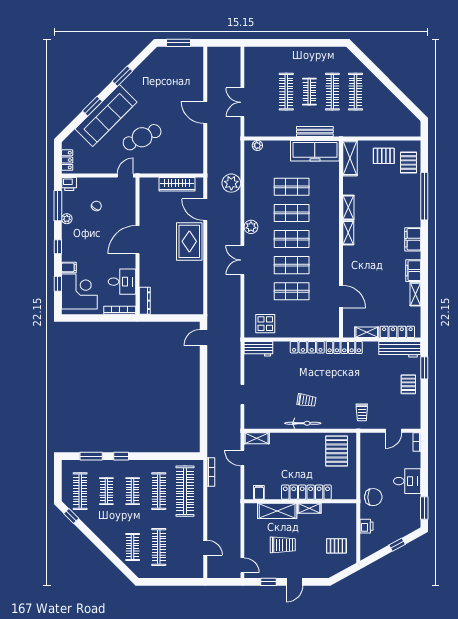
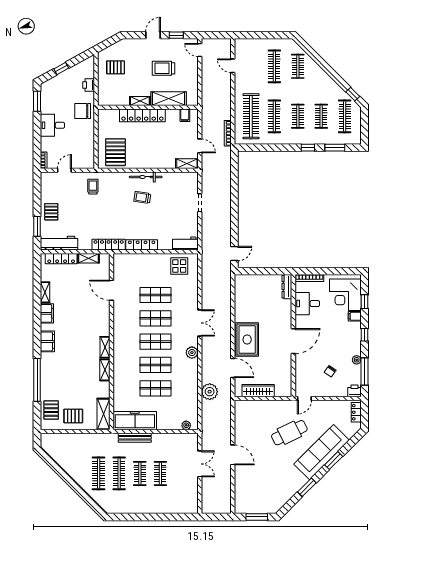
clothes rail: (286, 92) -> (160, 473), width x0.73

